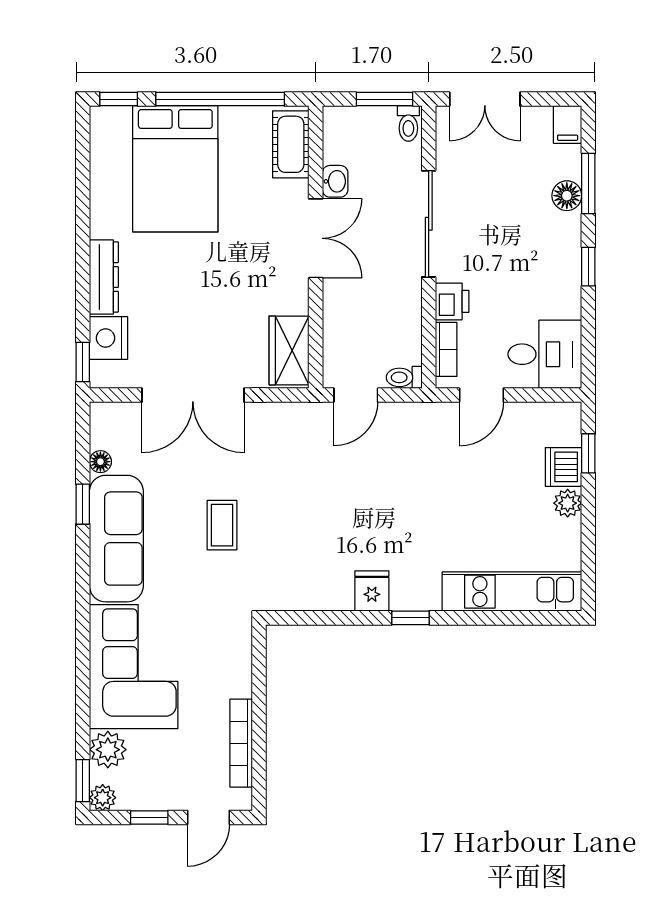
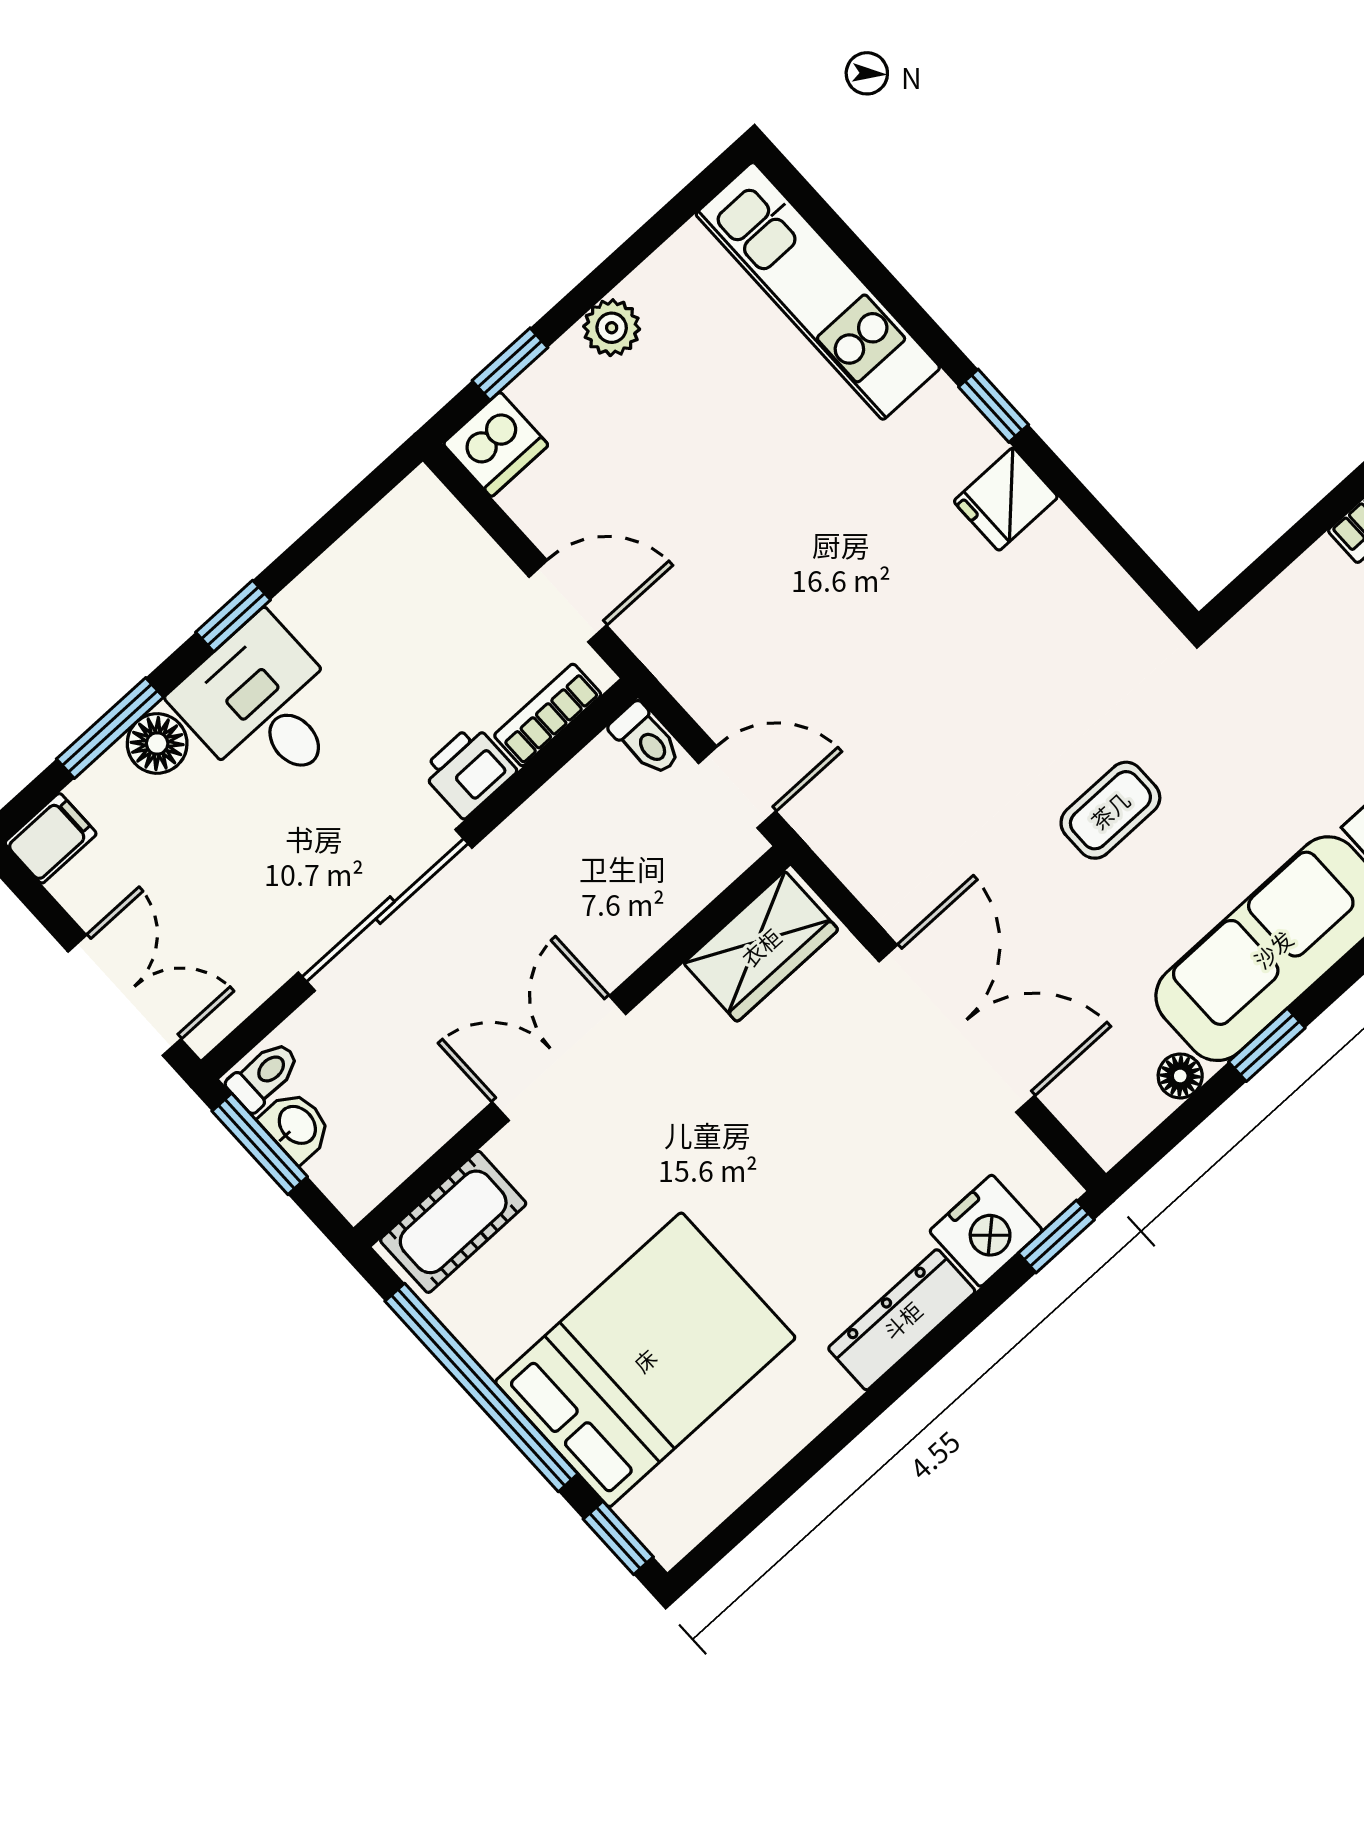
washbasin: (335, 181) -> (296, 1126), moved, turned 90
desk: (545, 354) -> (263, 706), moved
dishwasher: (564, 467) -> (496, 444), moved

